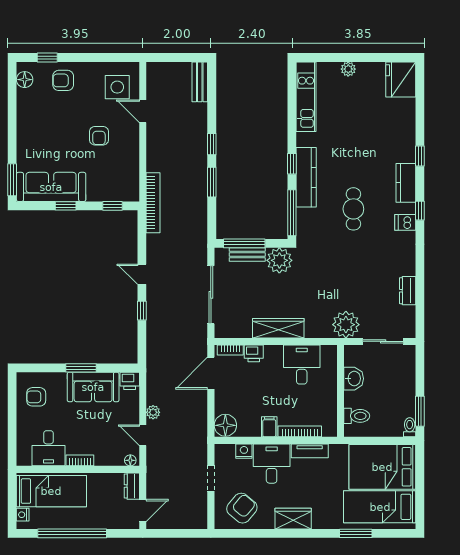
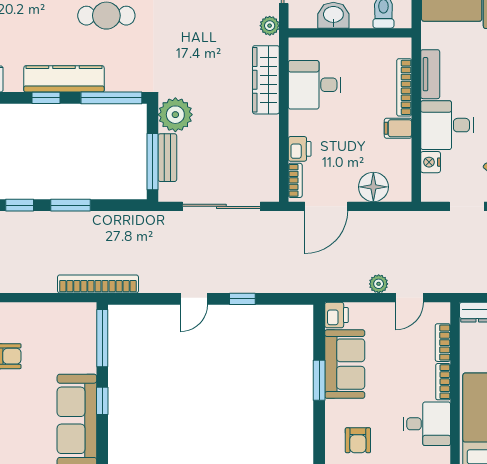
window: (112, 206) -> (102, 338), width x2.17
plant: (346, 325) -> (270, 26), width x0.53, depth x0.53
wardrobe: (278, 328) -> (266, 80), moved
door: (211, 373) -> (326, 206), hinge flipped
floor lamp: (225, 425) -> (373, 187), moved
bookcase: (109, 460) -> (443, 343), added
floor lamp: (130, 460) -> (443, 314), removed

